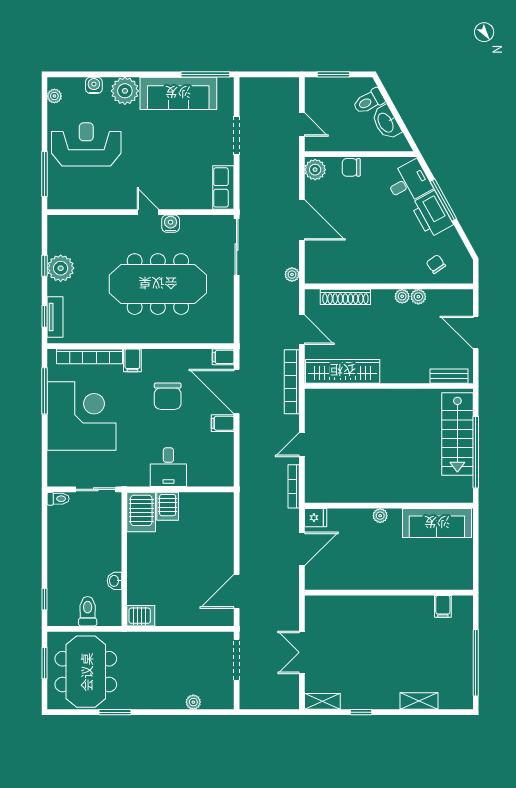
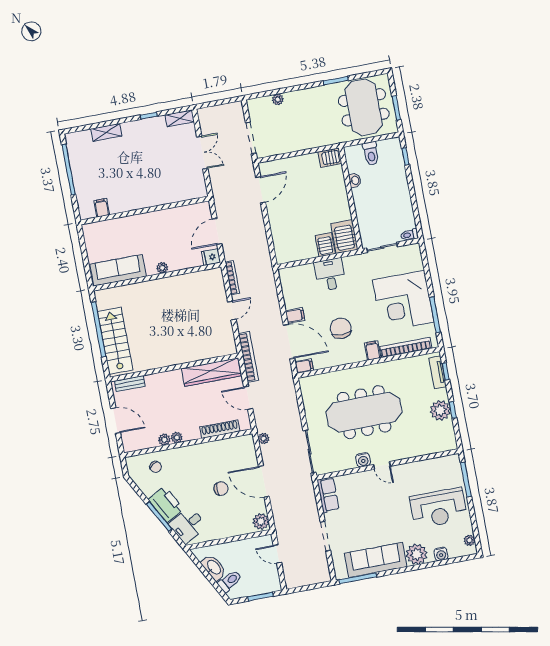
chair: (351, 167) -> (221, 489), moved

